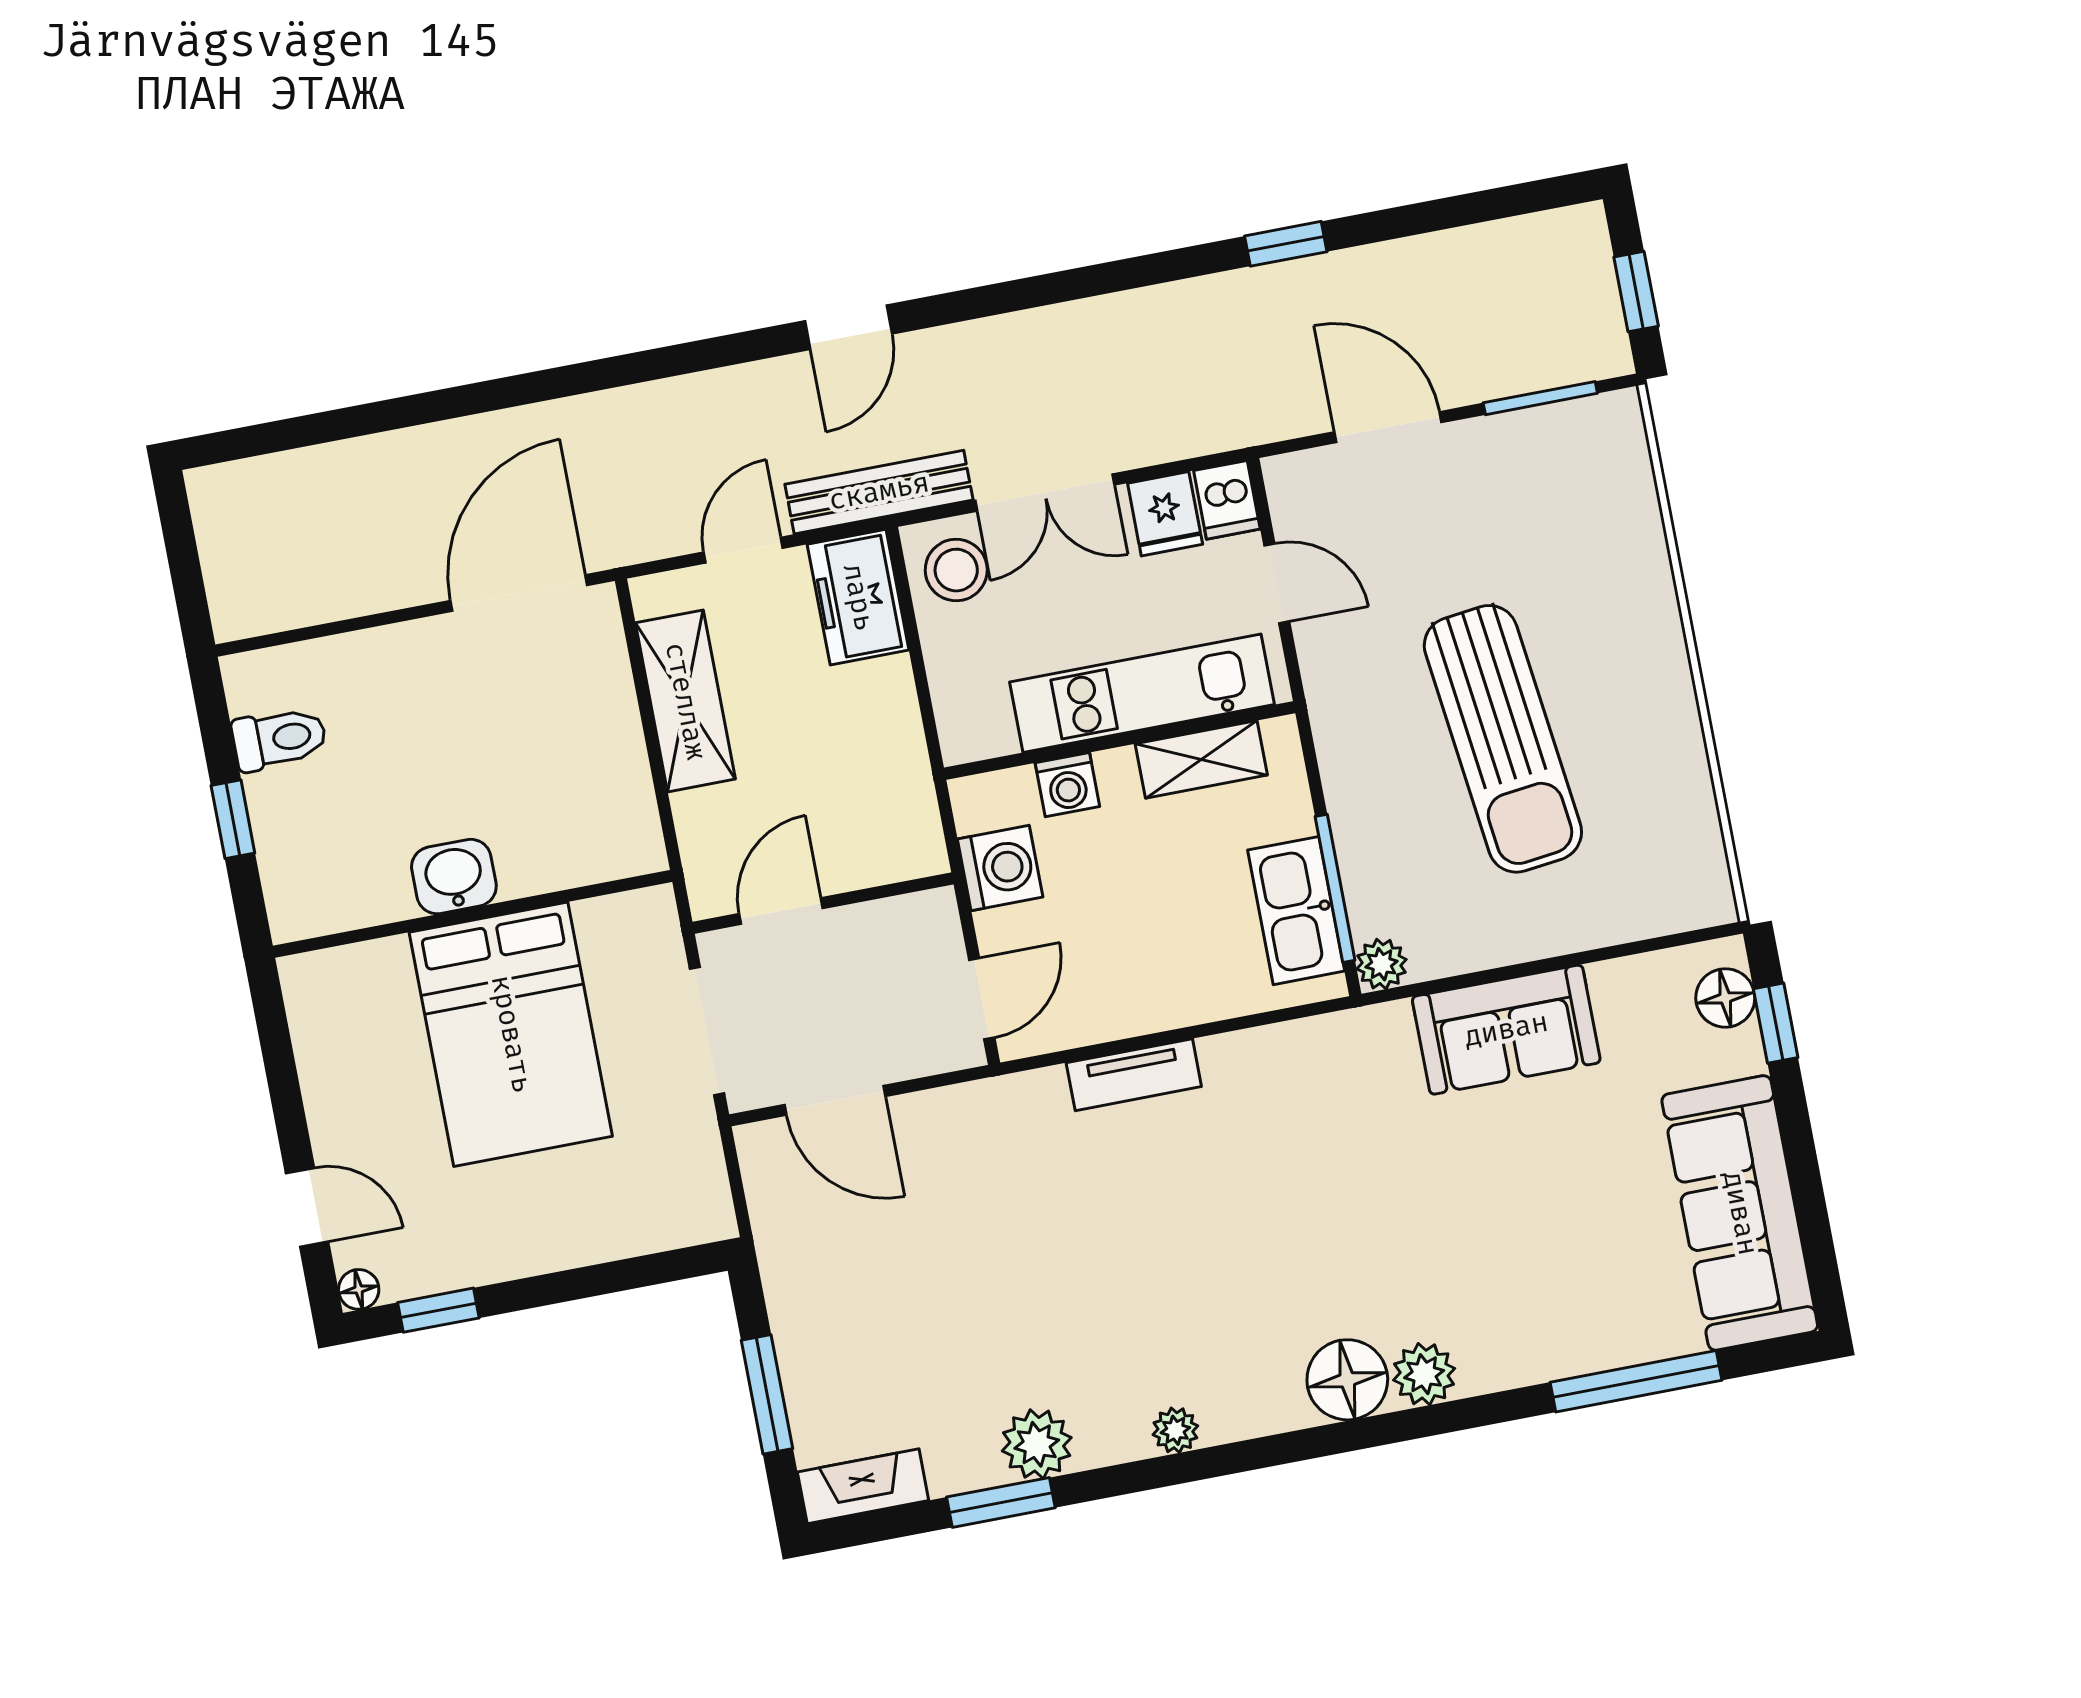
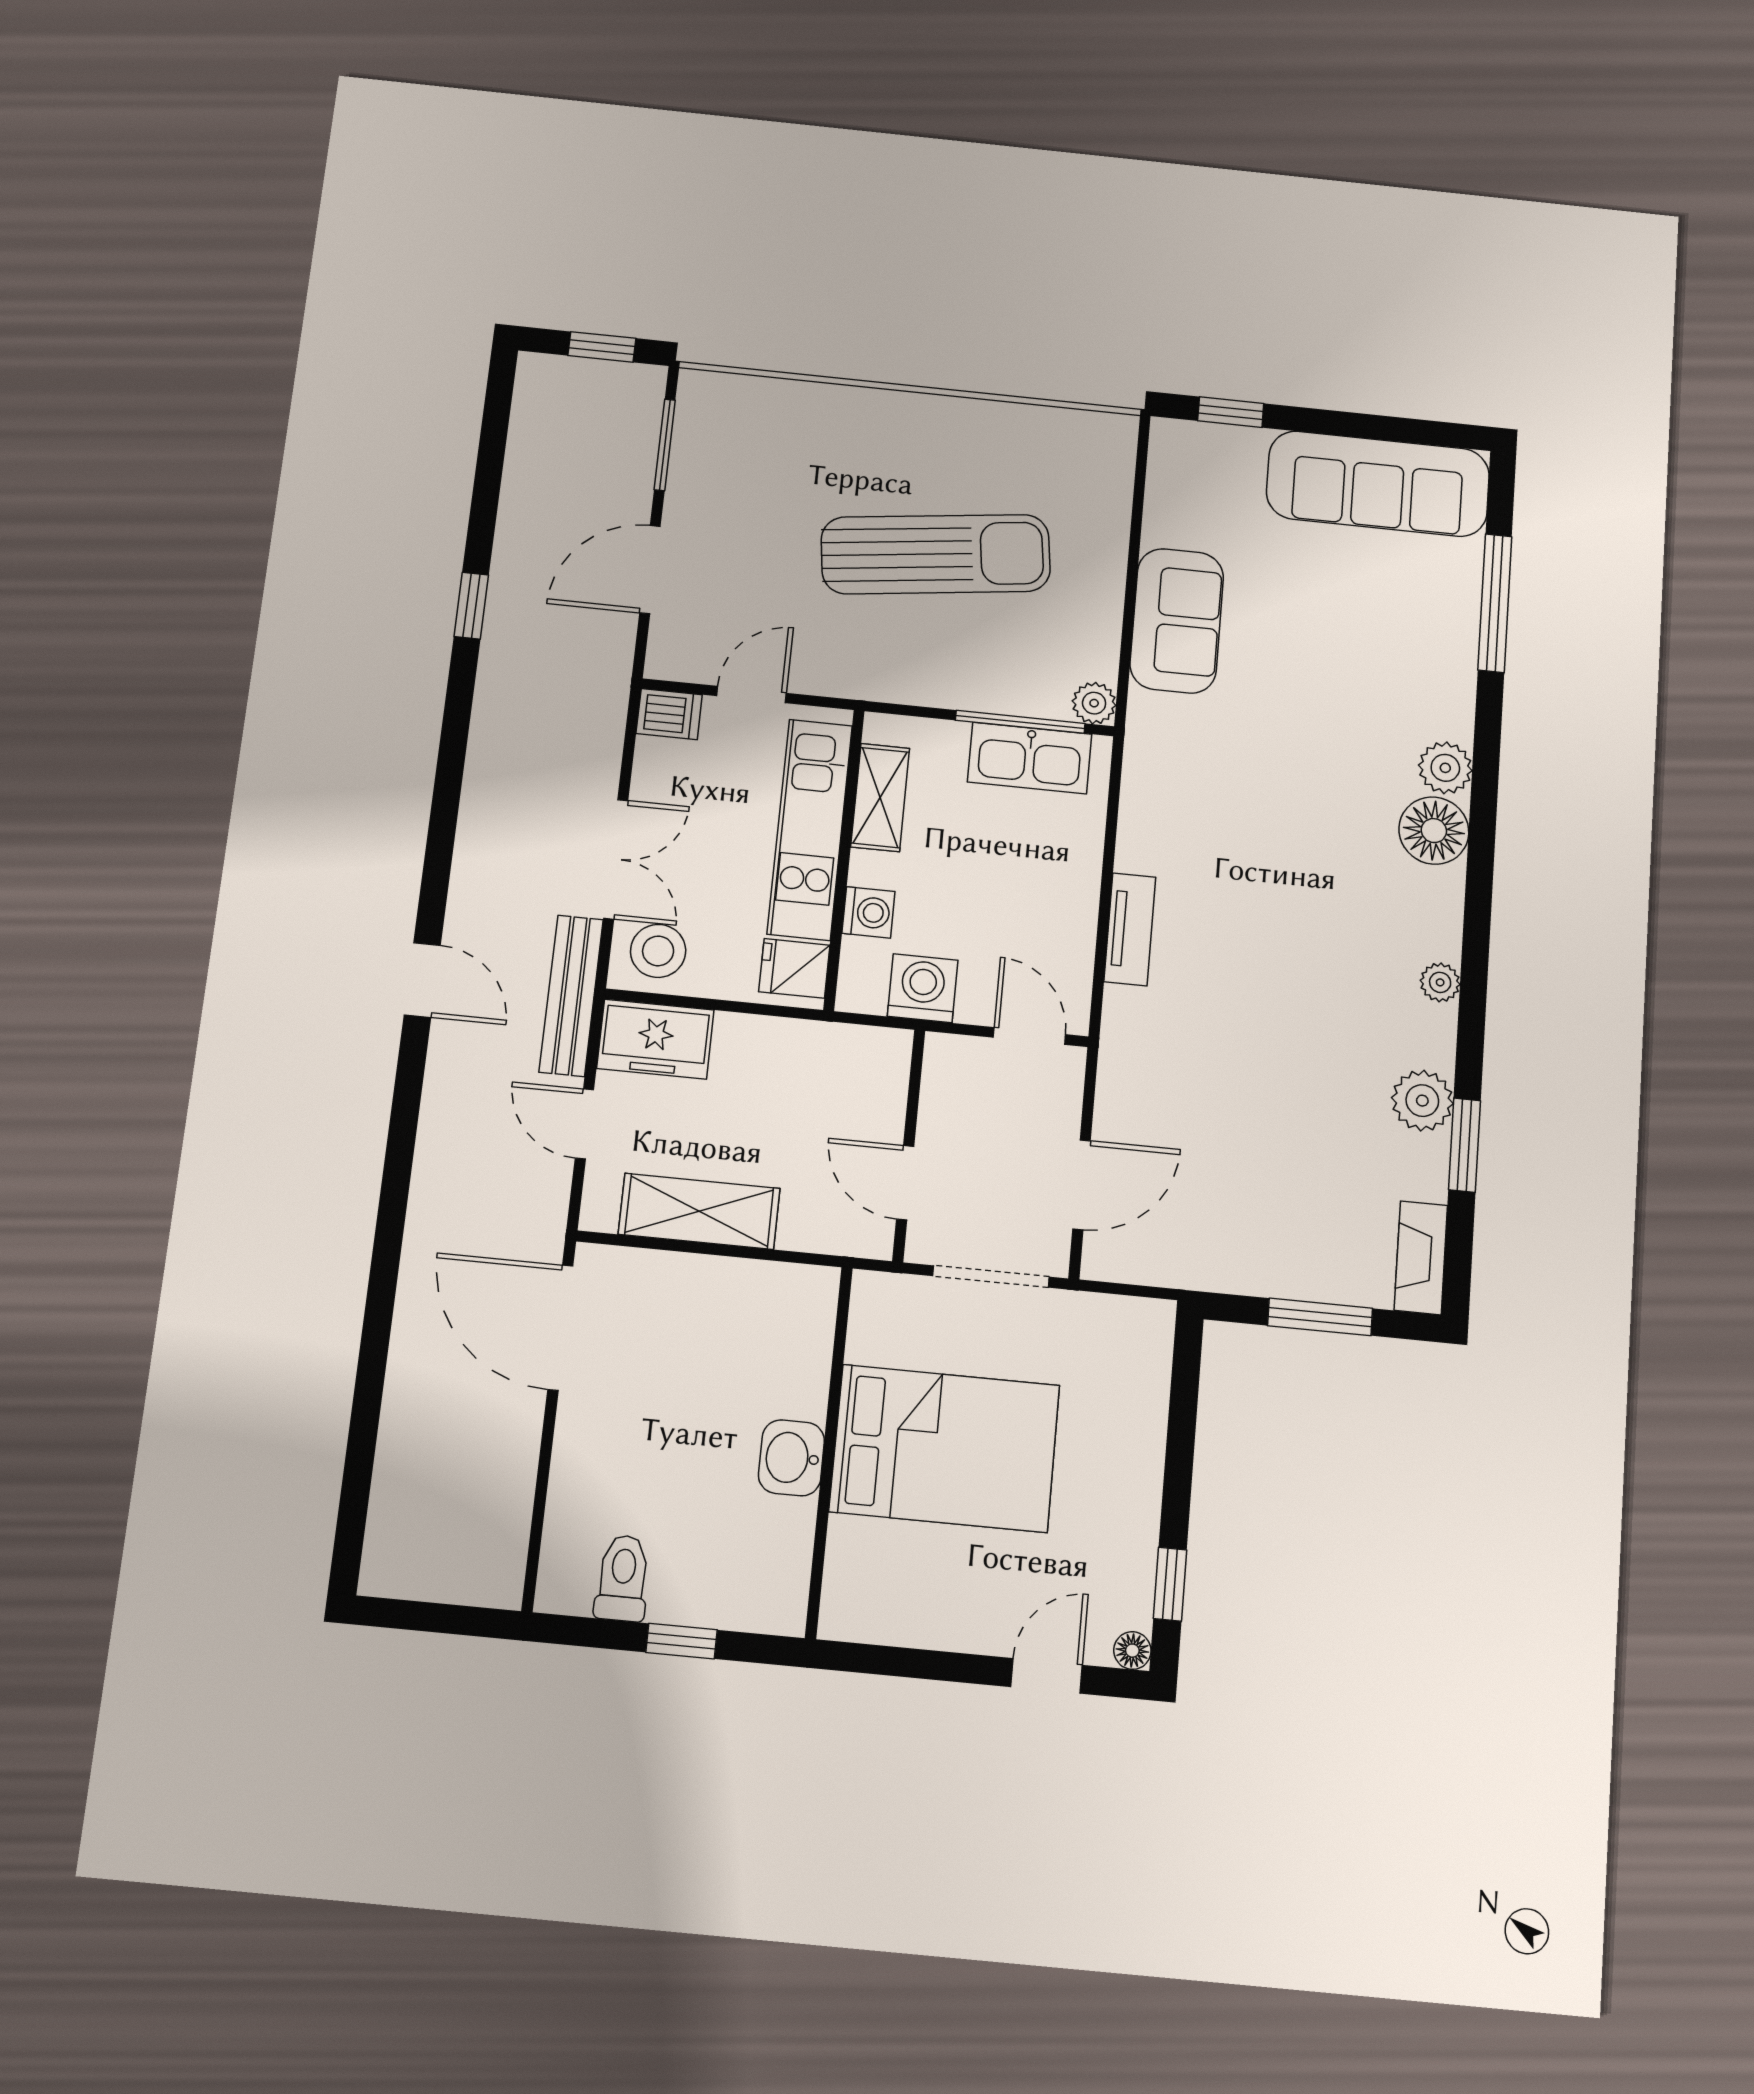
fridge: (1165, 514) -> (794, 968), moved, turned 180
floor lamp: (1725, 998) -> (1199, 444), removed

